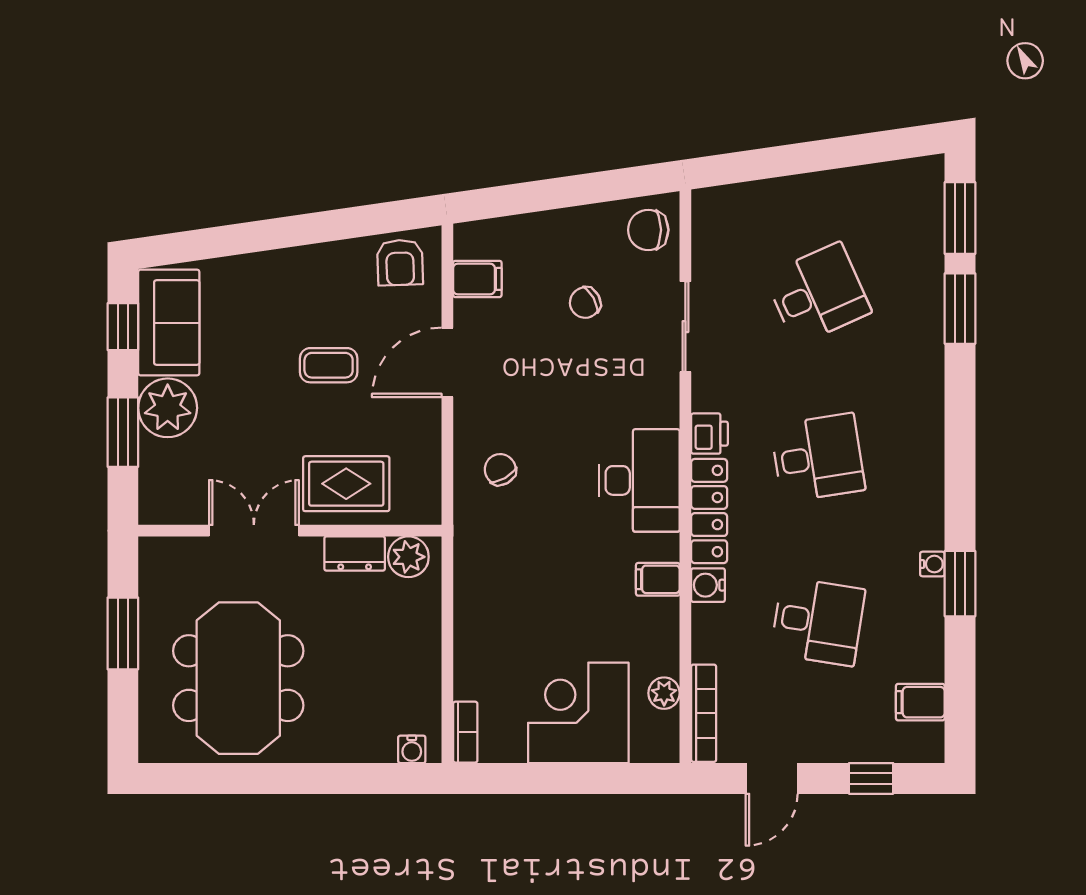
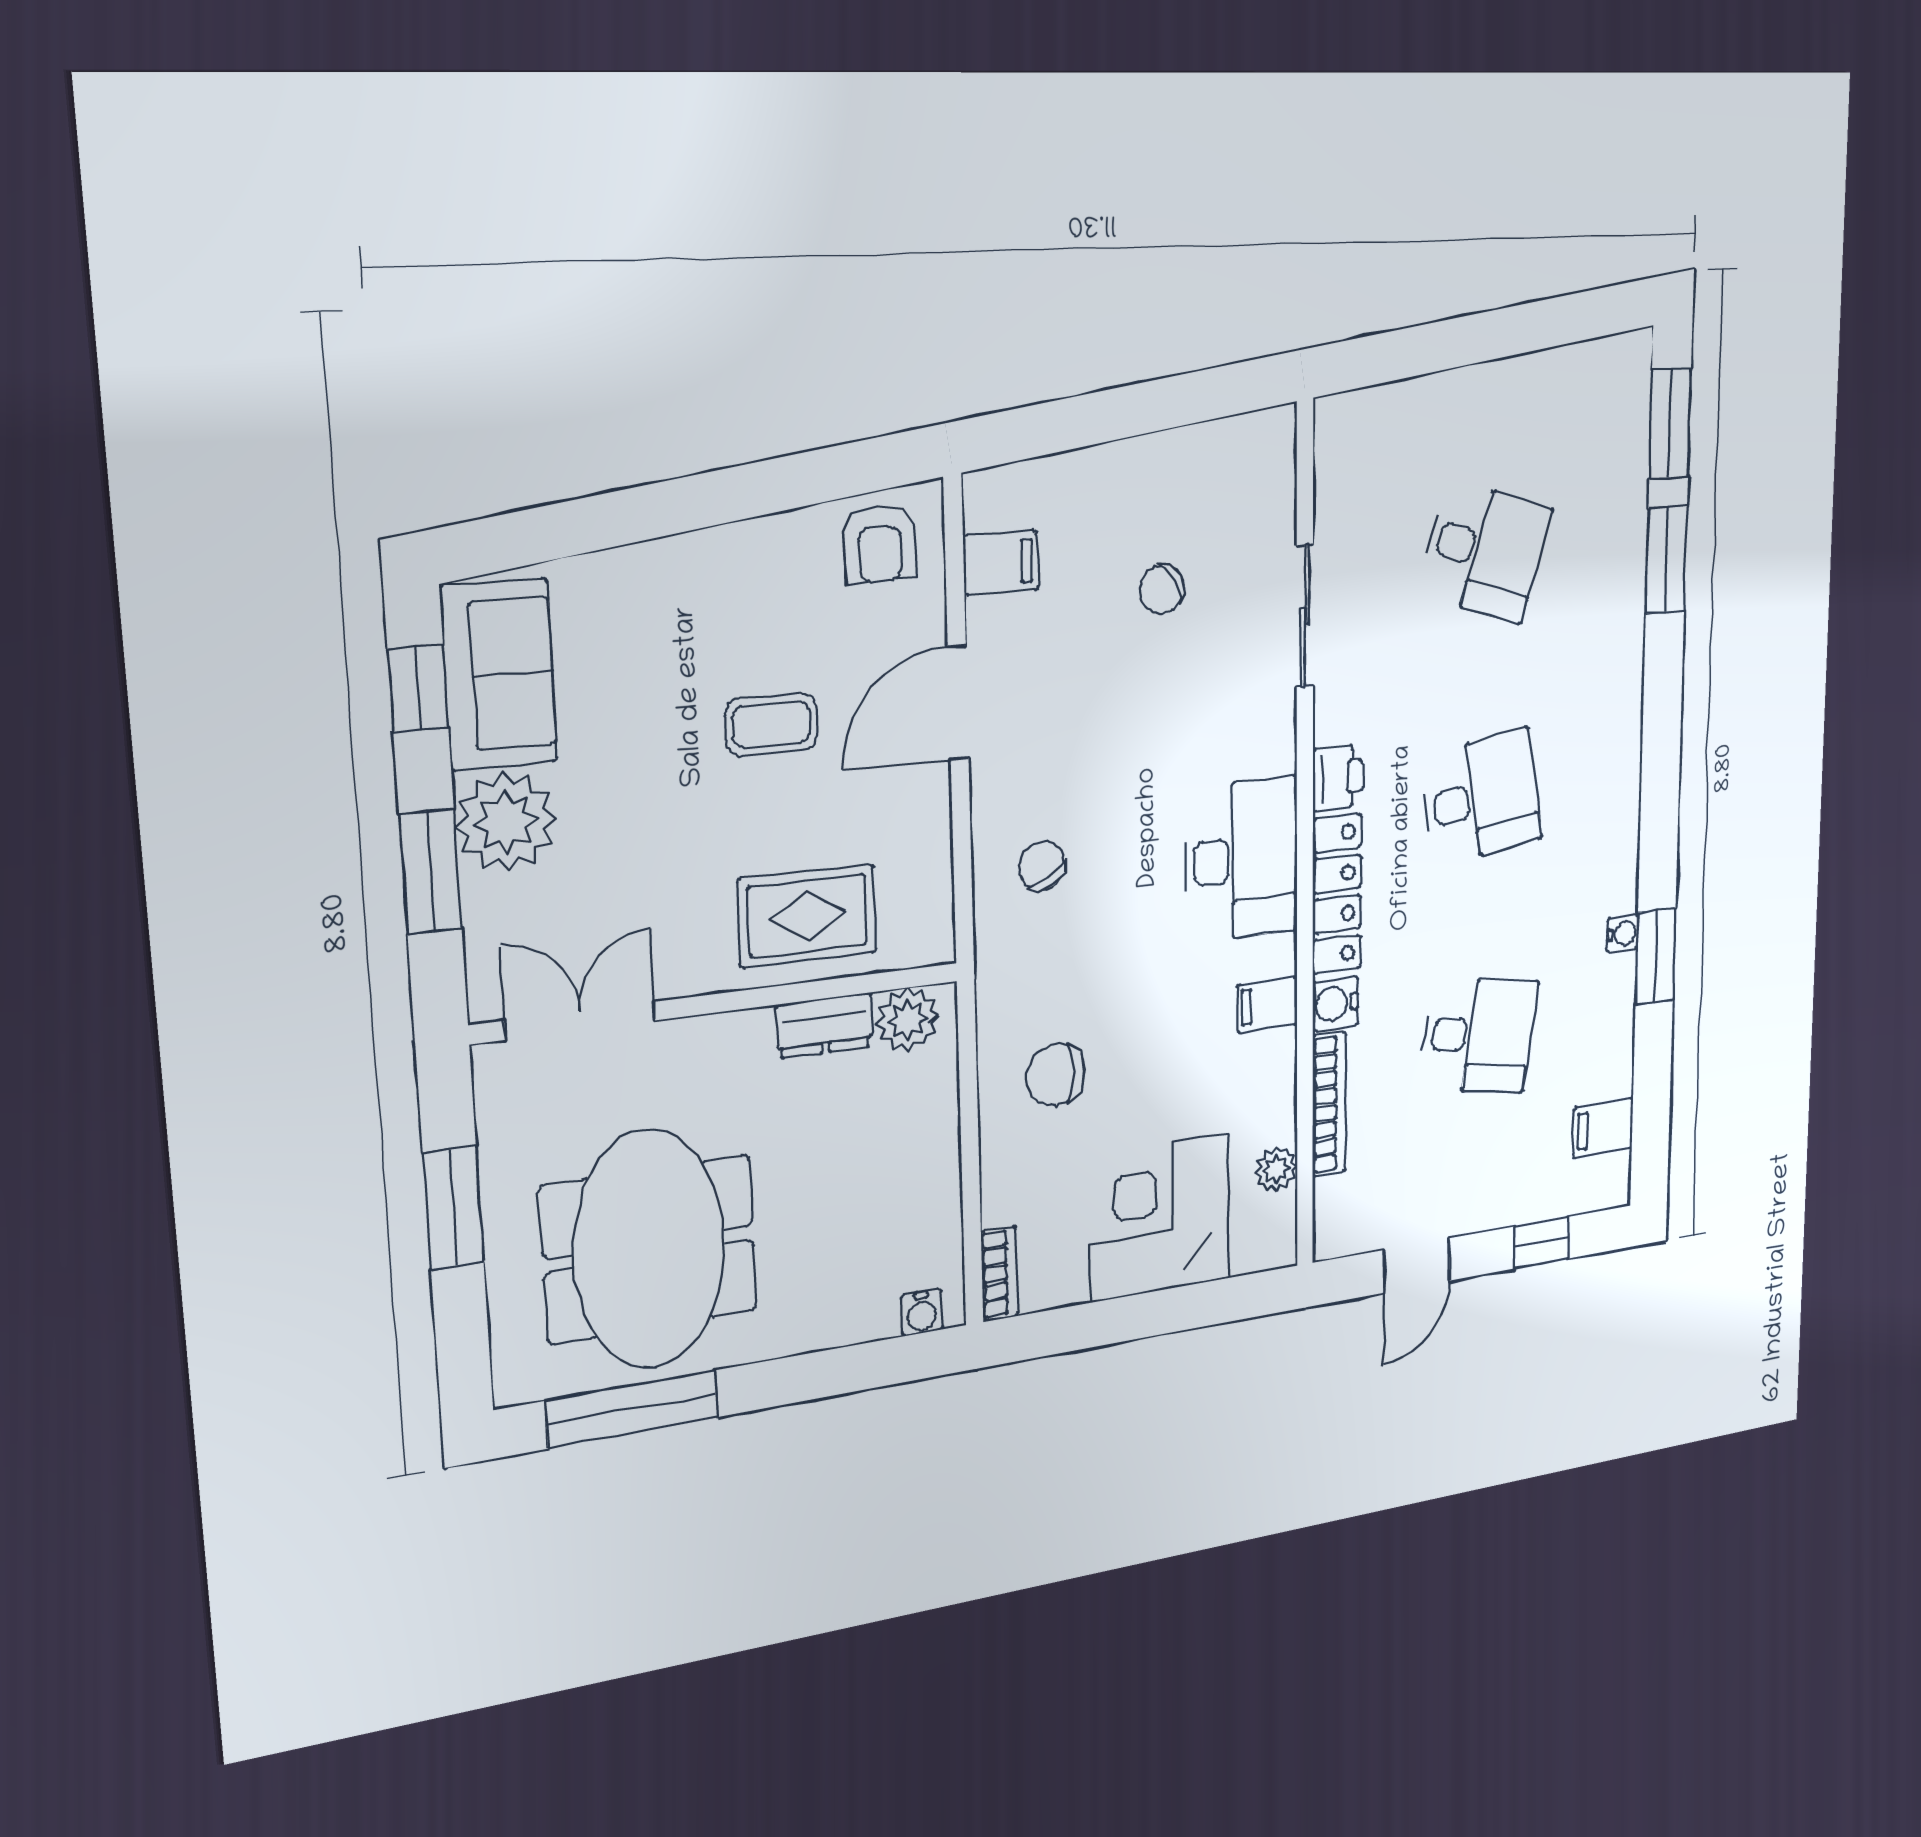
chair: (648, 230) -> (1055, 1075), moved
desk: (818, 294) -> (1485, 551), turned 42
double door: (254, 531) -> (580, 1021), moved
bookcase: (704, 713) -> (1329, 1104), moved
window: (223, 778) -> (632, 1409), added

